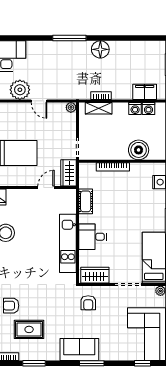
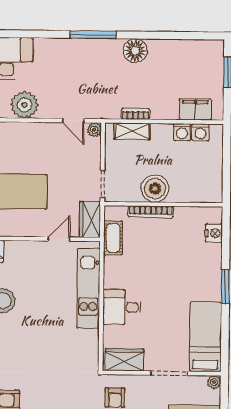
door: (39, 101) -> (73, 121), moved
boiler: (139, 150) -> (155, 189), moved
cot: (86, 201) -> (113, 238), moved
kitchen unit: (68, 243) -> (88, 288), moved

